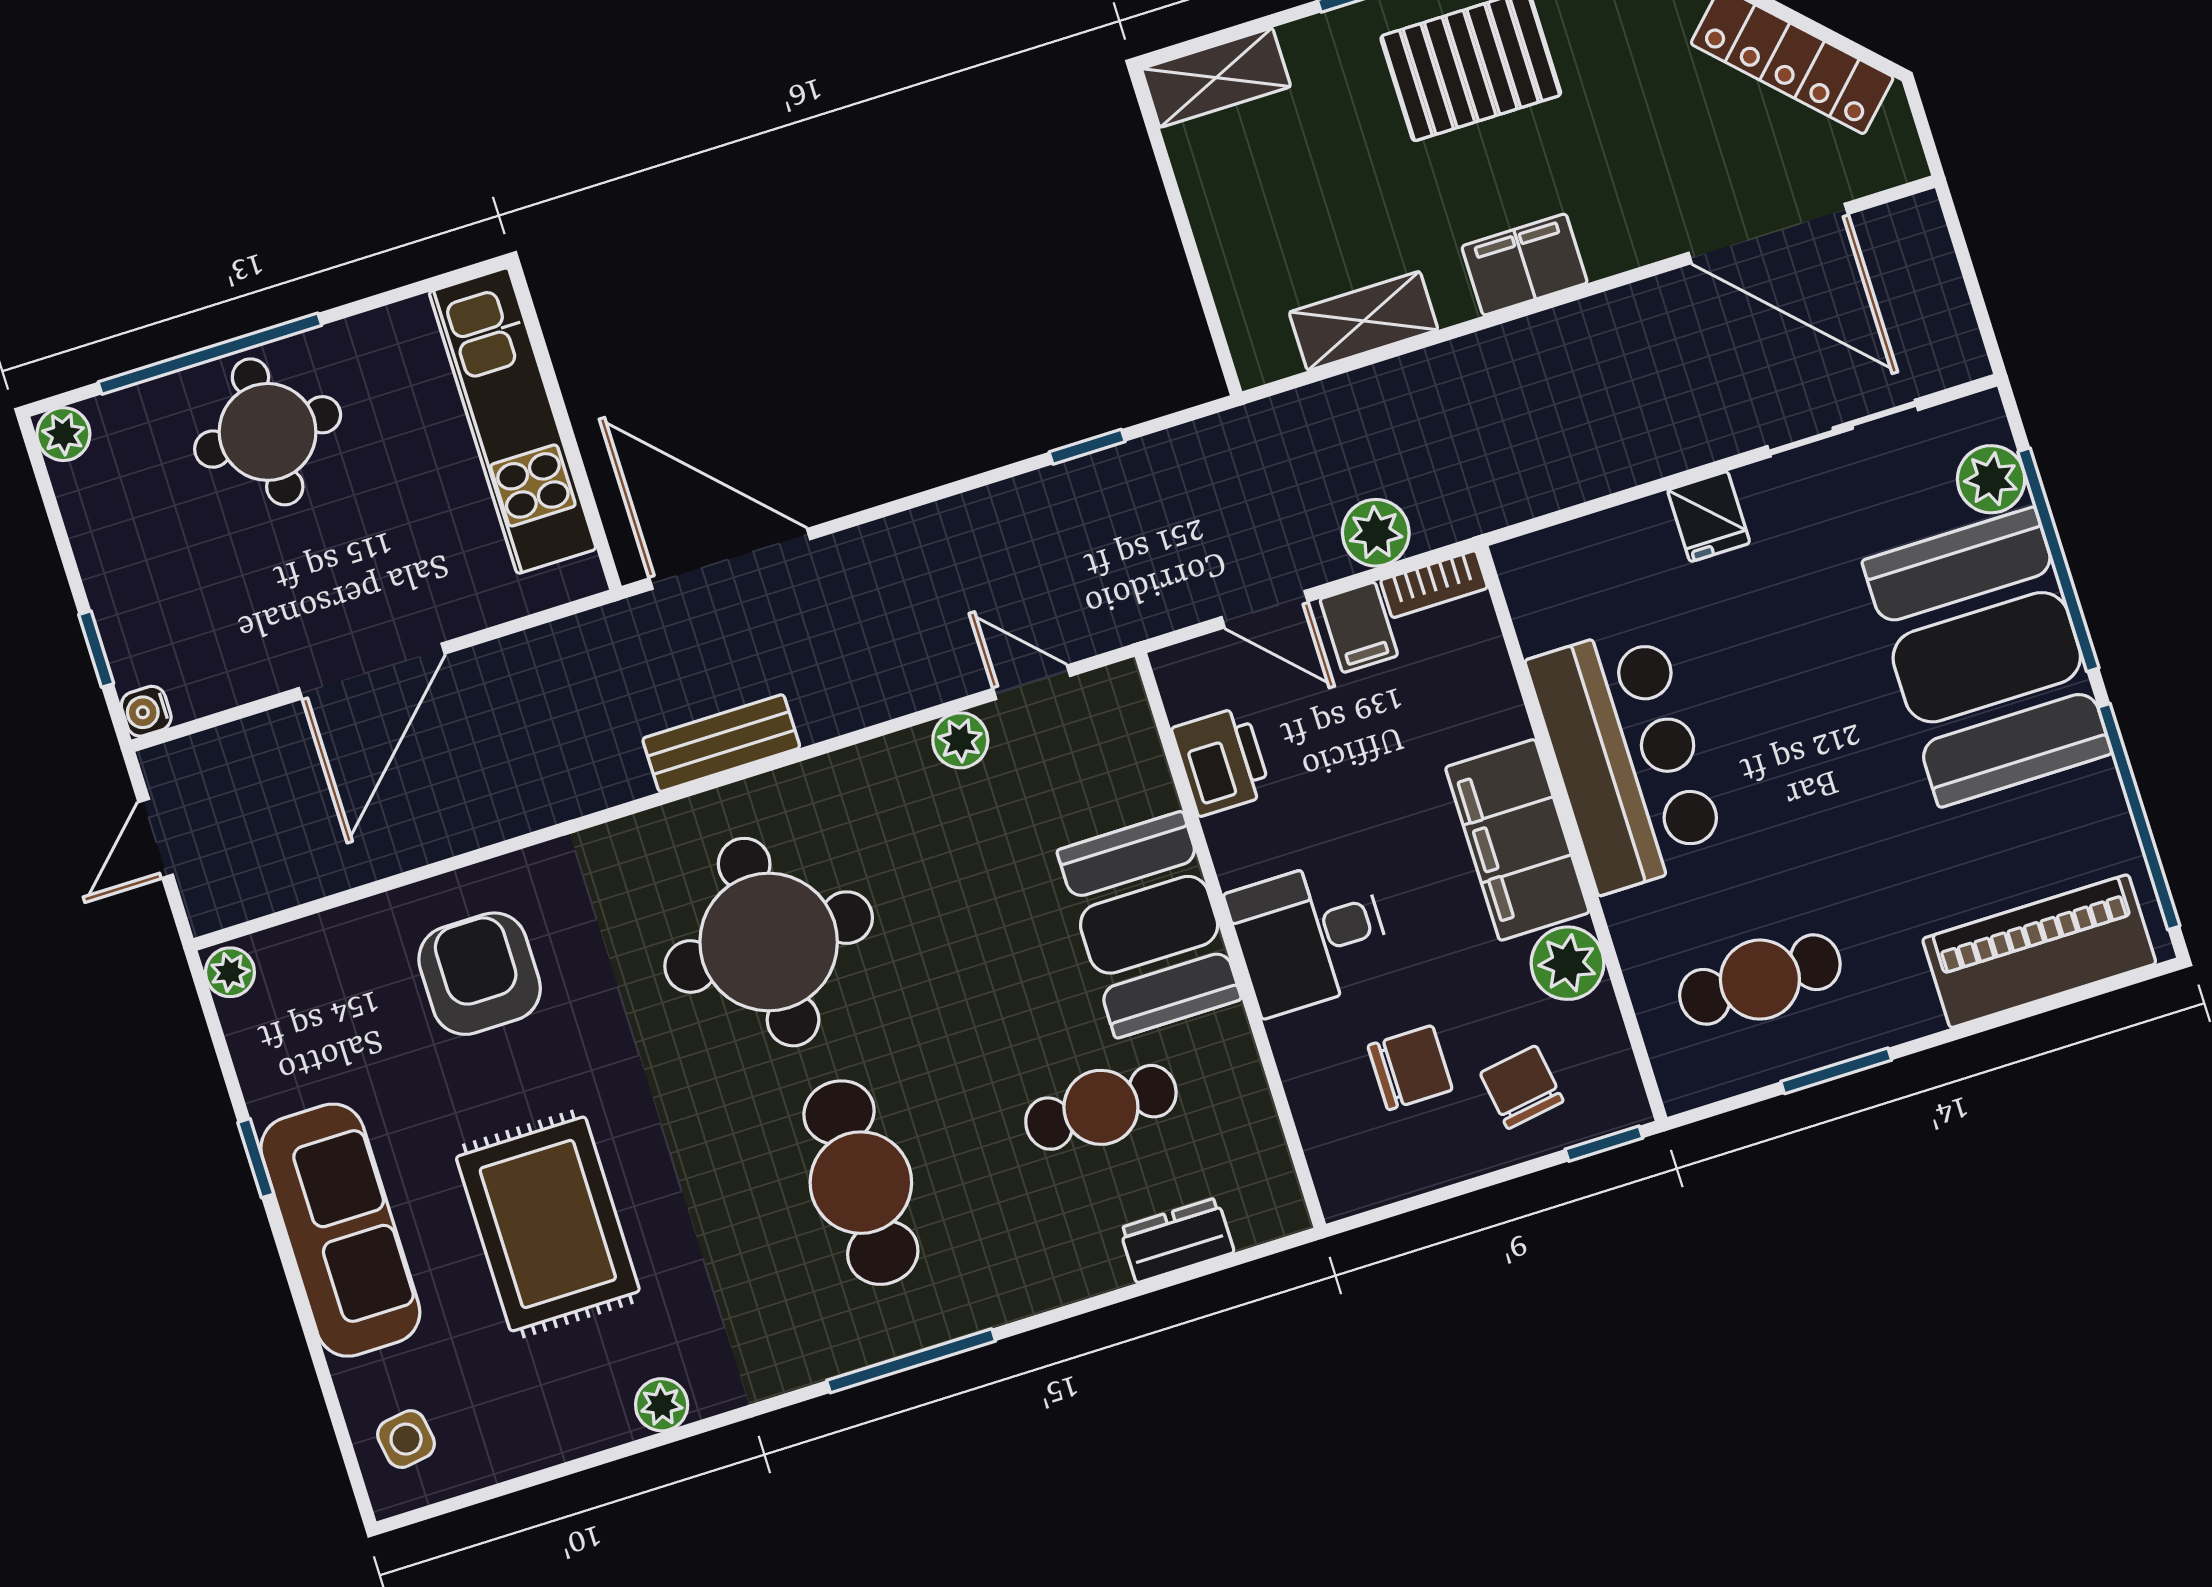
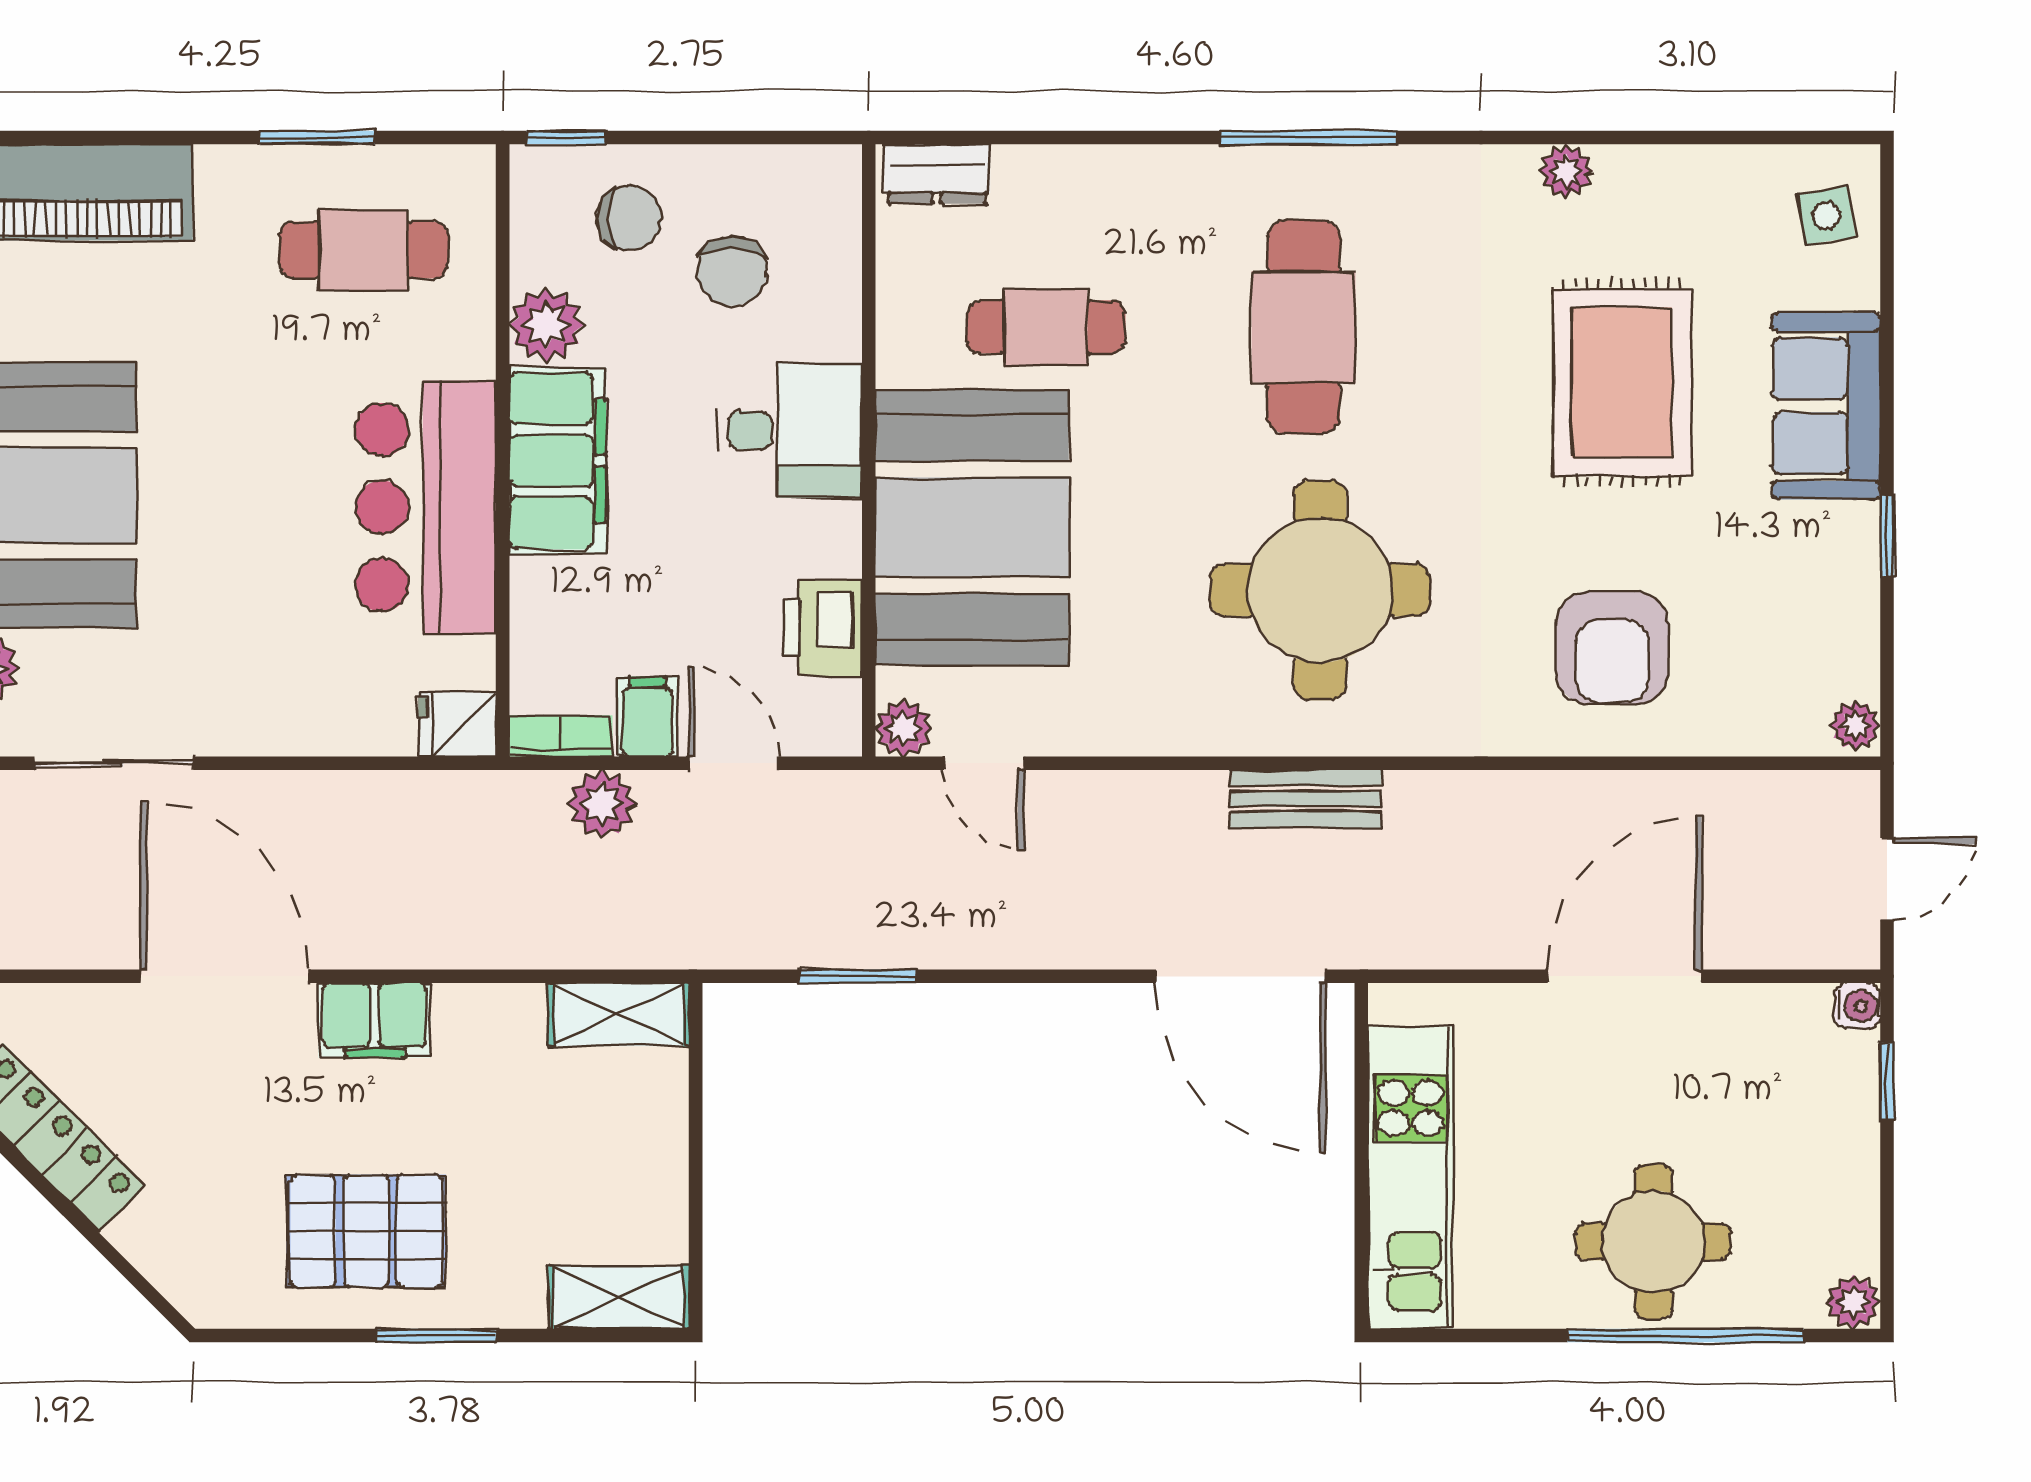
door: (1768, 233) -> (225, 976), moved
shelving: (1364, 321) -> (619, 1014), moved
window: (1087, 447) -> (857, 976), width x1.50
fridge: (1709, 517) -> (457, 724), moved, turned -90
plant: (960, 740) -> (903, 728), moved
booth: (1149, 925) -> (972, 527), width x1.36, depth x1.42
chair: (1410, 1068) -> (732, 271), turned -90
chair: (1522, 1087) -> (629, 218), turned -81
sofa: (340, 1230) -> (1826, 406), width x0.73
dresser: (1177, 1240) -> (937, 174), moved

